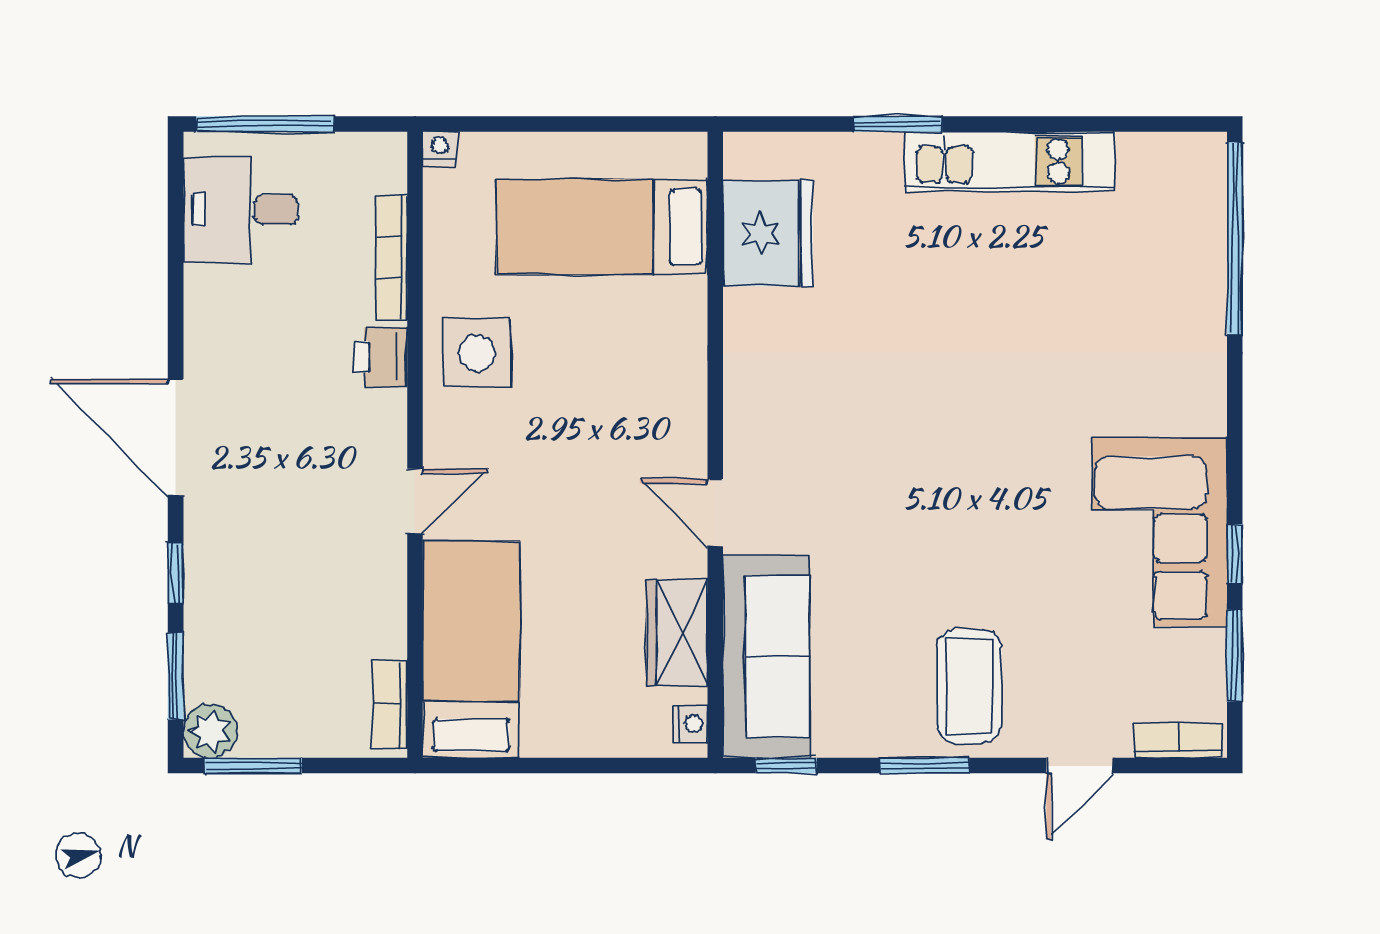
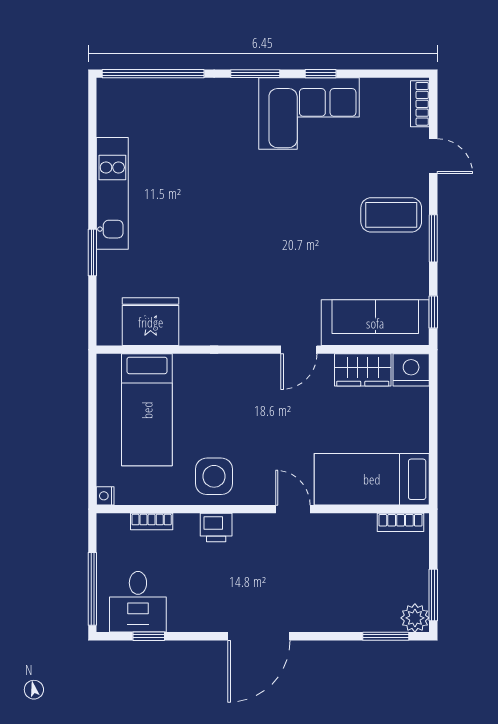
bookcase: (392, 258) -> (152, 522), width x0.64
window: (176, 574) -> (149, 636), moved
window: (1235, 656) -> (255, 74), moved
nightstand: (691, 724) -> (411, 370), width x1.89, depth x1.79

